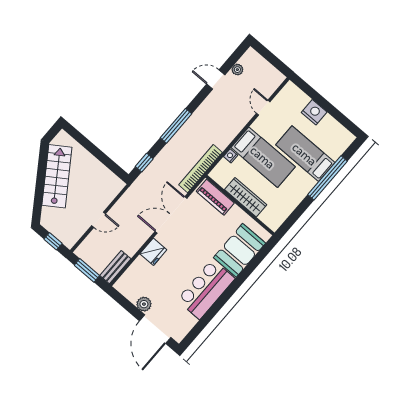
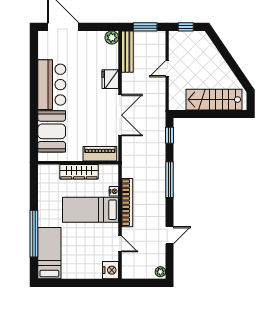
plant: (237, 70) -> (160, 272), moved
nightstand: (314, 112) -> (110, 270), moved, turned -90
bed: (305, 154) -> (49, 253), moved, turned -90
bookcase: (200, 169) -> (127, 203), moved
stairs: (57, 176) -> (214, 100), moved, turned 124
bench: (115, 267) -> (127, 52), width x1.36
plant: (144, 304) -> (112, 38), moved

